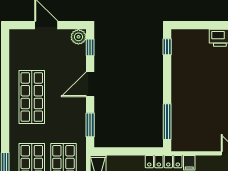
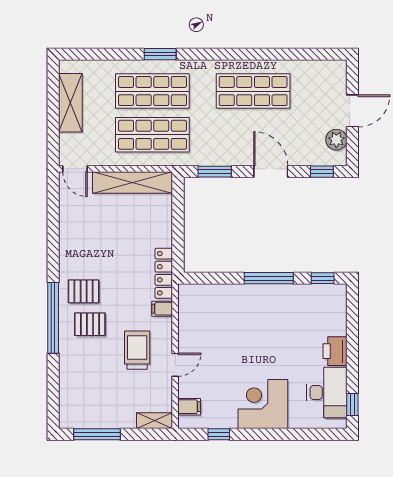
plant: (78, 37) -> (336, 140), moved
window: (167, 122) -> (269, 278), moved

